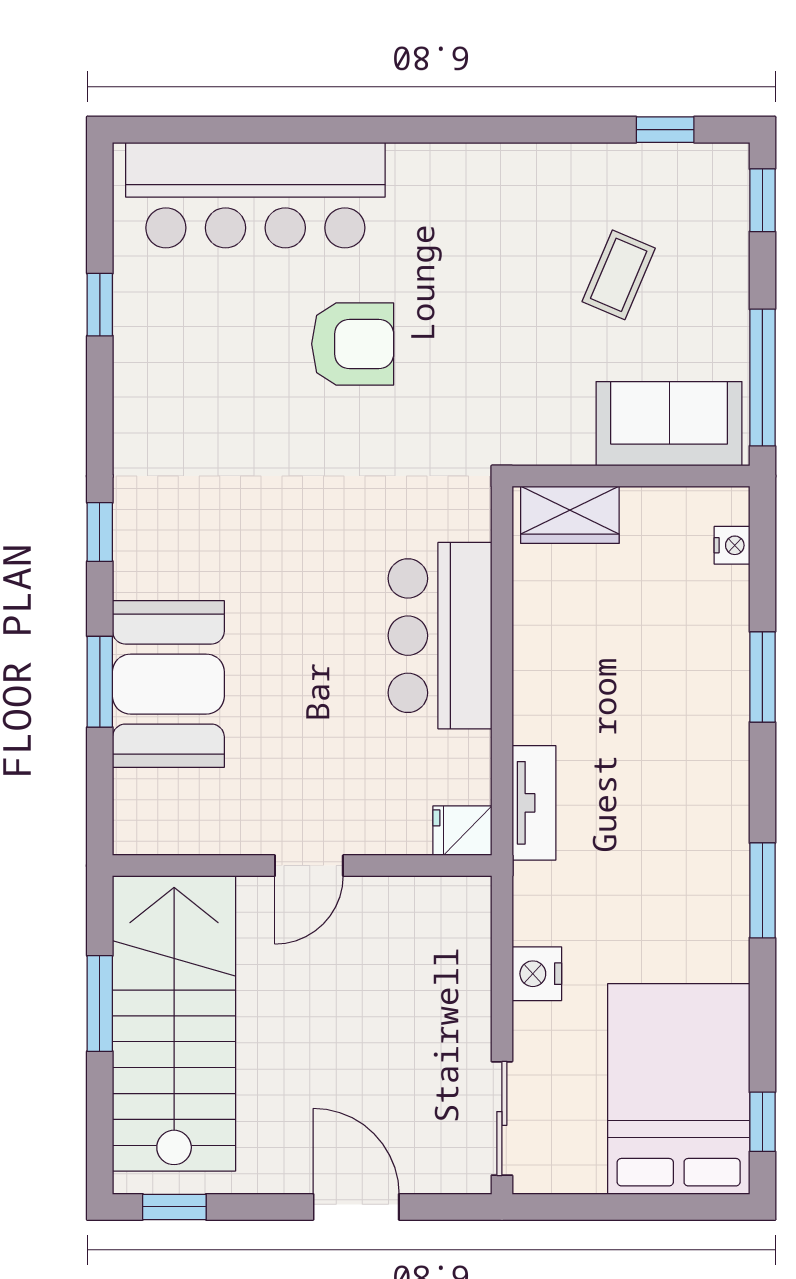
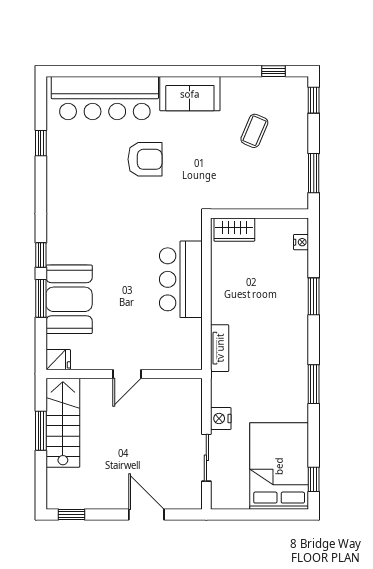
window: (762, 378) -> (314, 173), width x0.69
sofa: (669, 424) -> (190, 94), moved, turned 180
window: (100, 532) -> (41, 255), moved
fridge: (462, 831) -> (58, 360), moved, turned 180
stairs: (174, 1023) -> (63, 423), width x0.73, depth x0.66
sliding door: (502, 1118) -> (206, 458), moved

